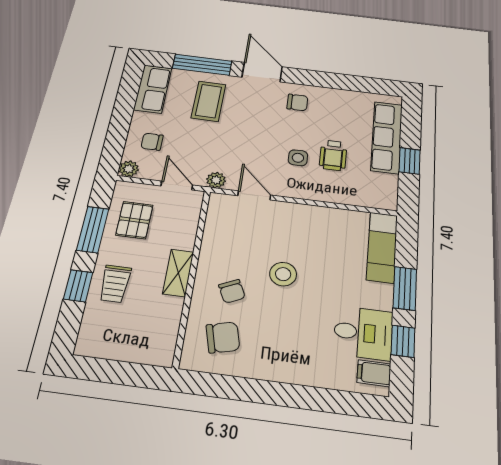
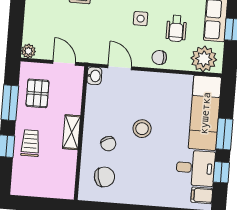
chair: (152, 142) -> (159, 57), moved
side table: (298, 158) -> (141, 19), moved
plant: (216, 180) -> (204, 59), moved, width x1.87, depth x1.87
washbasin: (218, 203) -> (94, 76), added
exam couch: (382, 247) -> (205, 113), width x1.36, depth x1.45
trolley: (115, 284) -> (30, 143), turned 180

